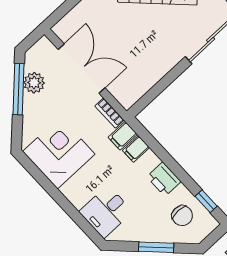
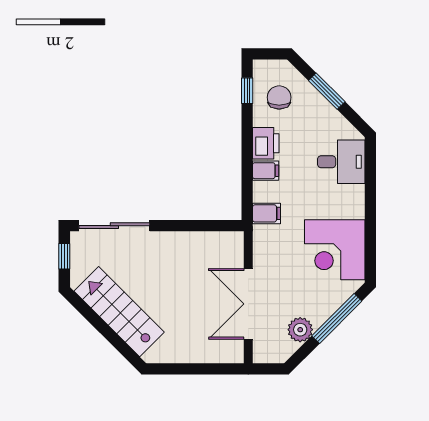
window: (18, 89) -> (337, 318), moved
bookcase: (109, 113) -> (260, 243), removed
filing cabinet: (136, 149) -> (266, 171), moved

